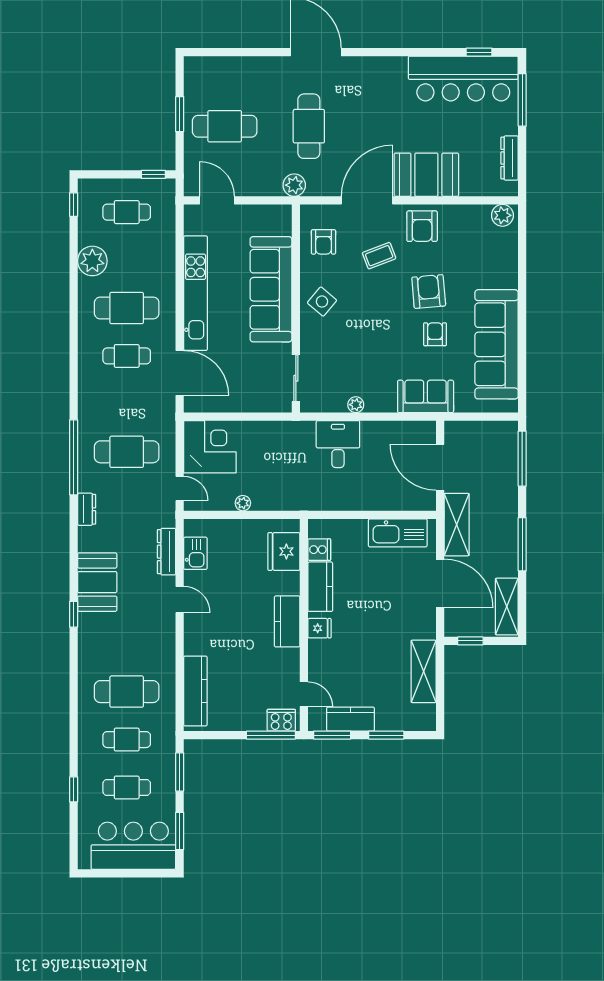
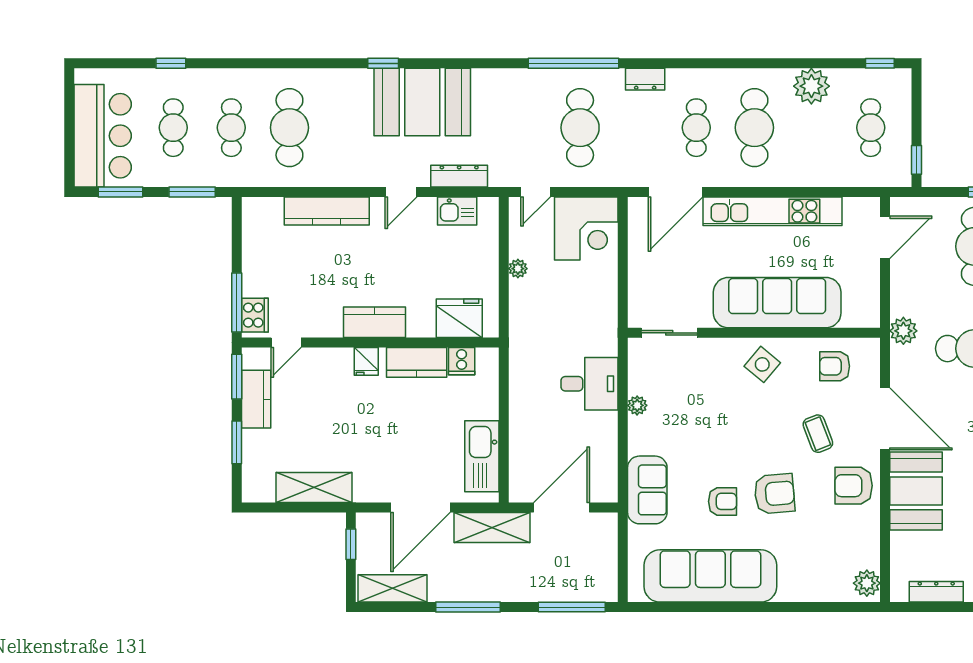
dresser: (87, 509) -> (645, 79), moved
booth: (97, 582) -> (422, 102), width x1.36, depth x1.42
kitchen counter: (195, 691) -> (327, 211), moved

